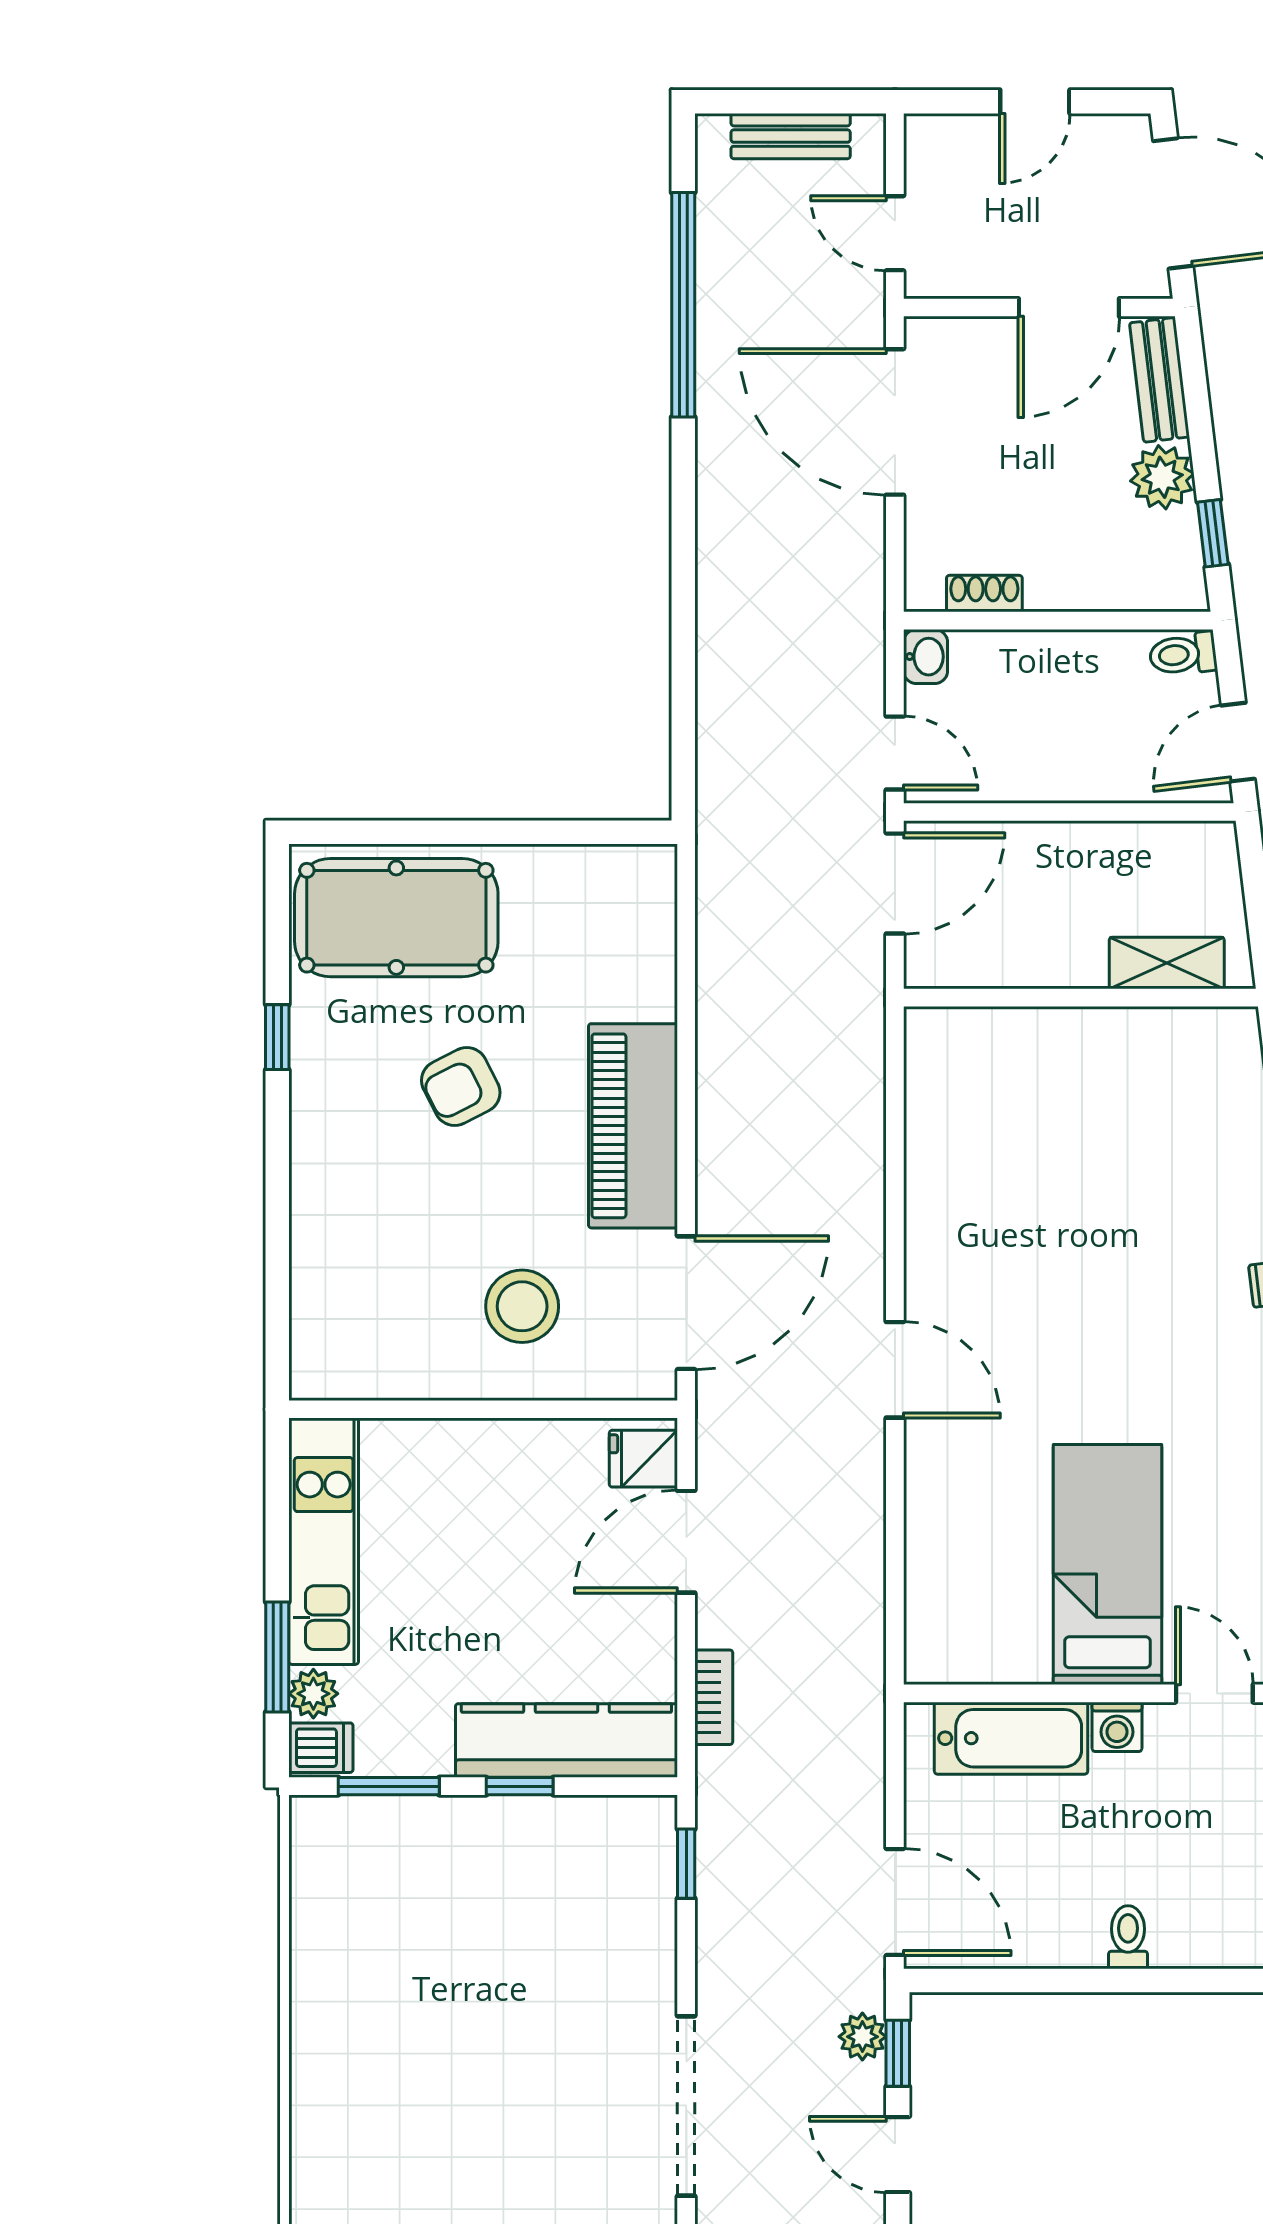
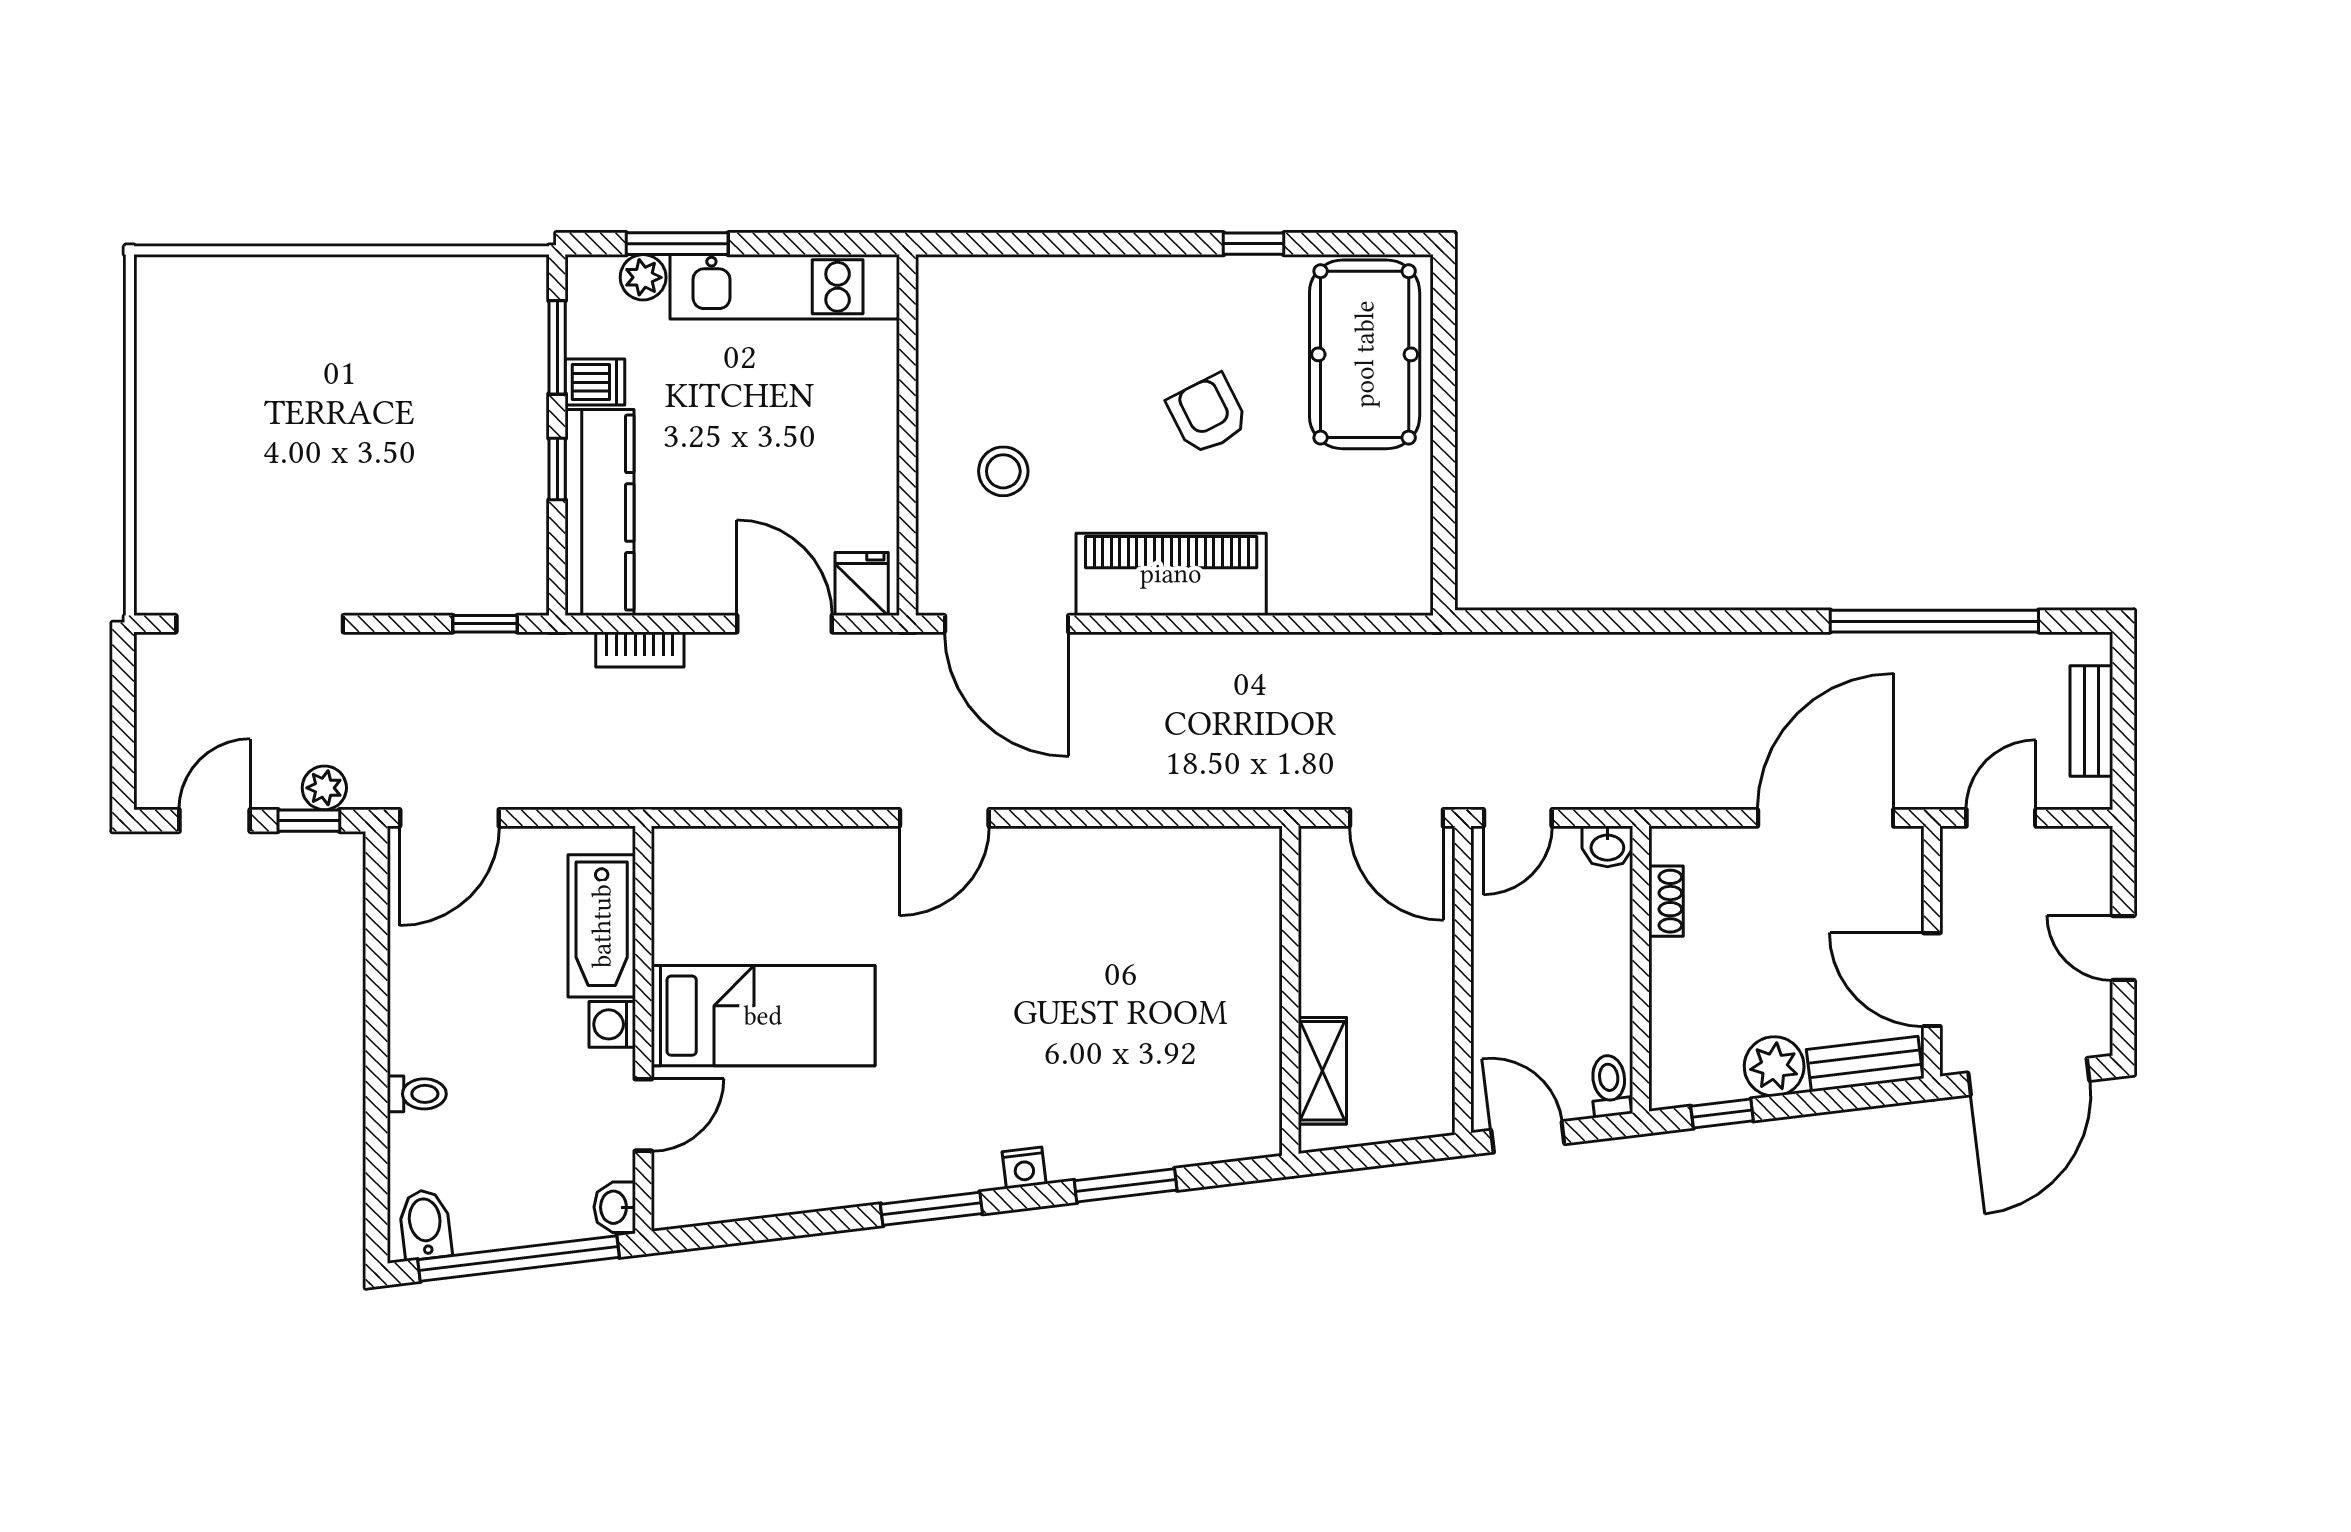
stool: (522, 1306) -> (1003, 471), width x0.73, depth x0.73
dishwasher: (321, 1748) -> (595, 382), moved, turned -90
toilet: (1128, 1937) -> (417, 1094), moved

